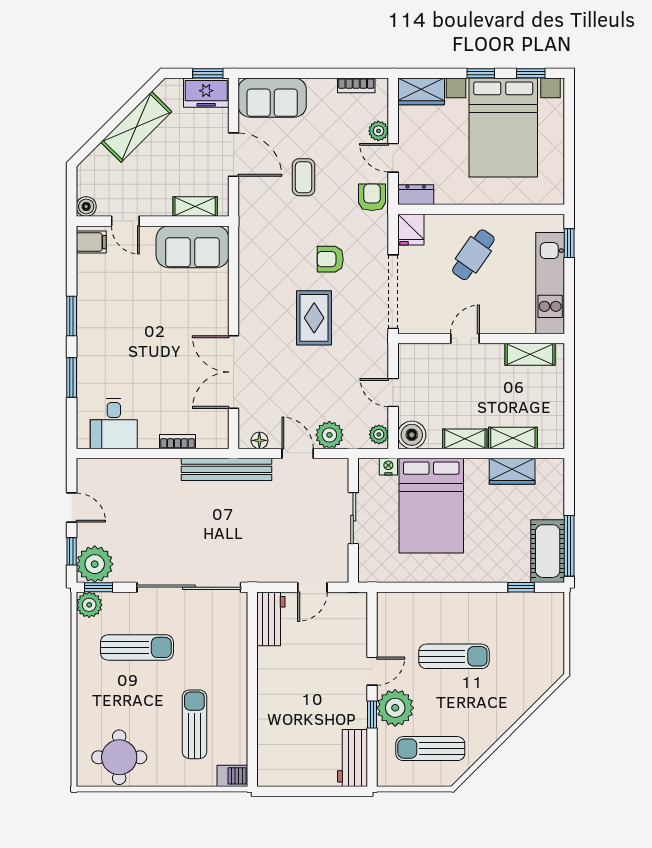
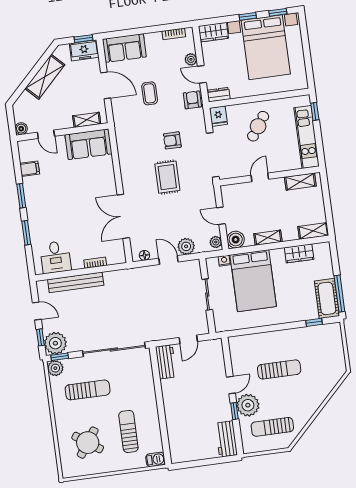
filing cabinet: (91, 242) -> (30, 169), moved
shelving: (513, 438) -> (313, 231), moved
bench: (226, 469) -> (76, 282), moved
round table: (119, 757) -> (88, 443), moved, turned 35

